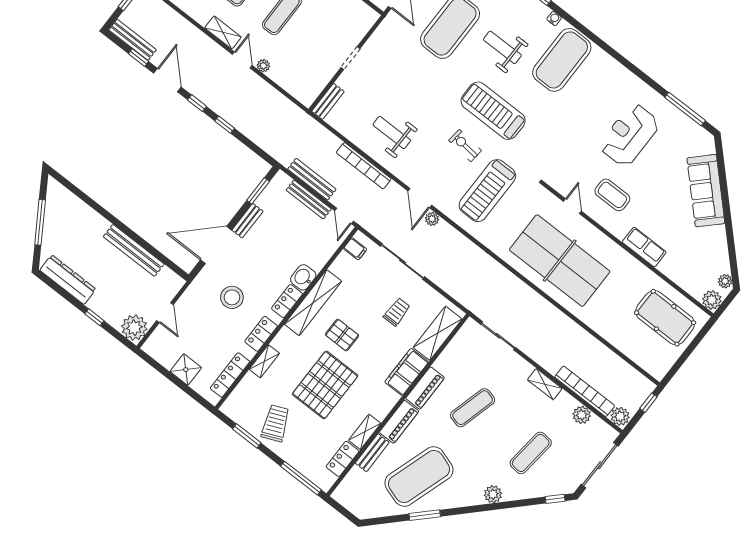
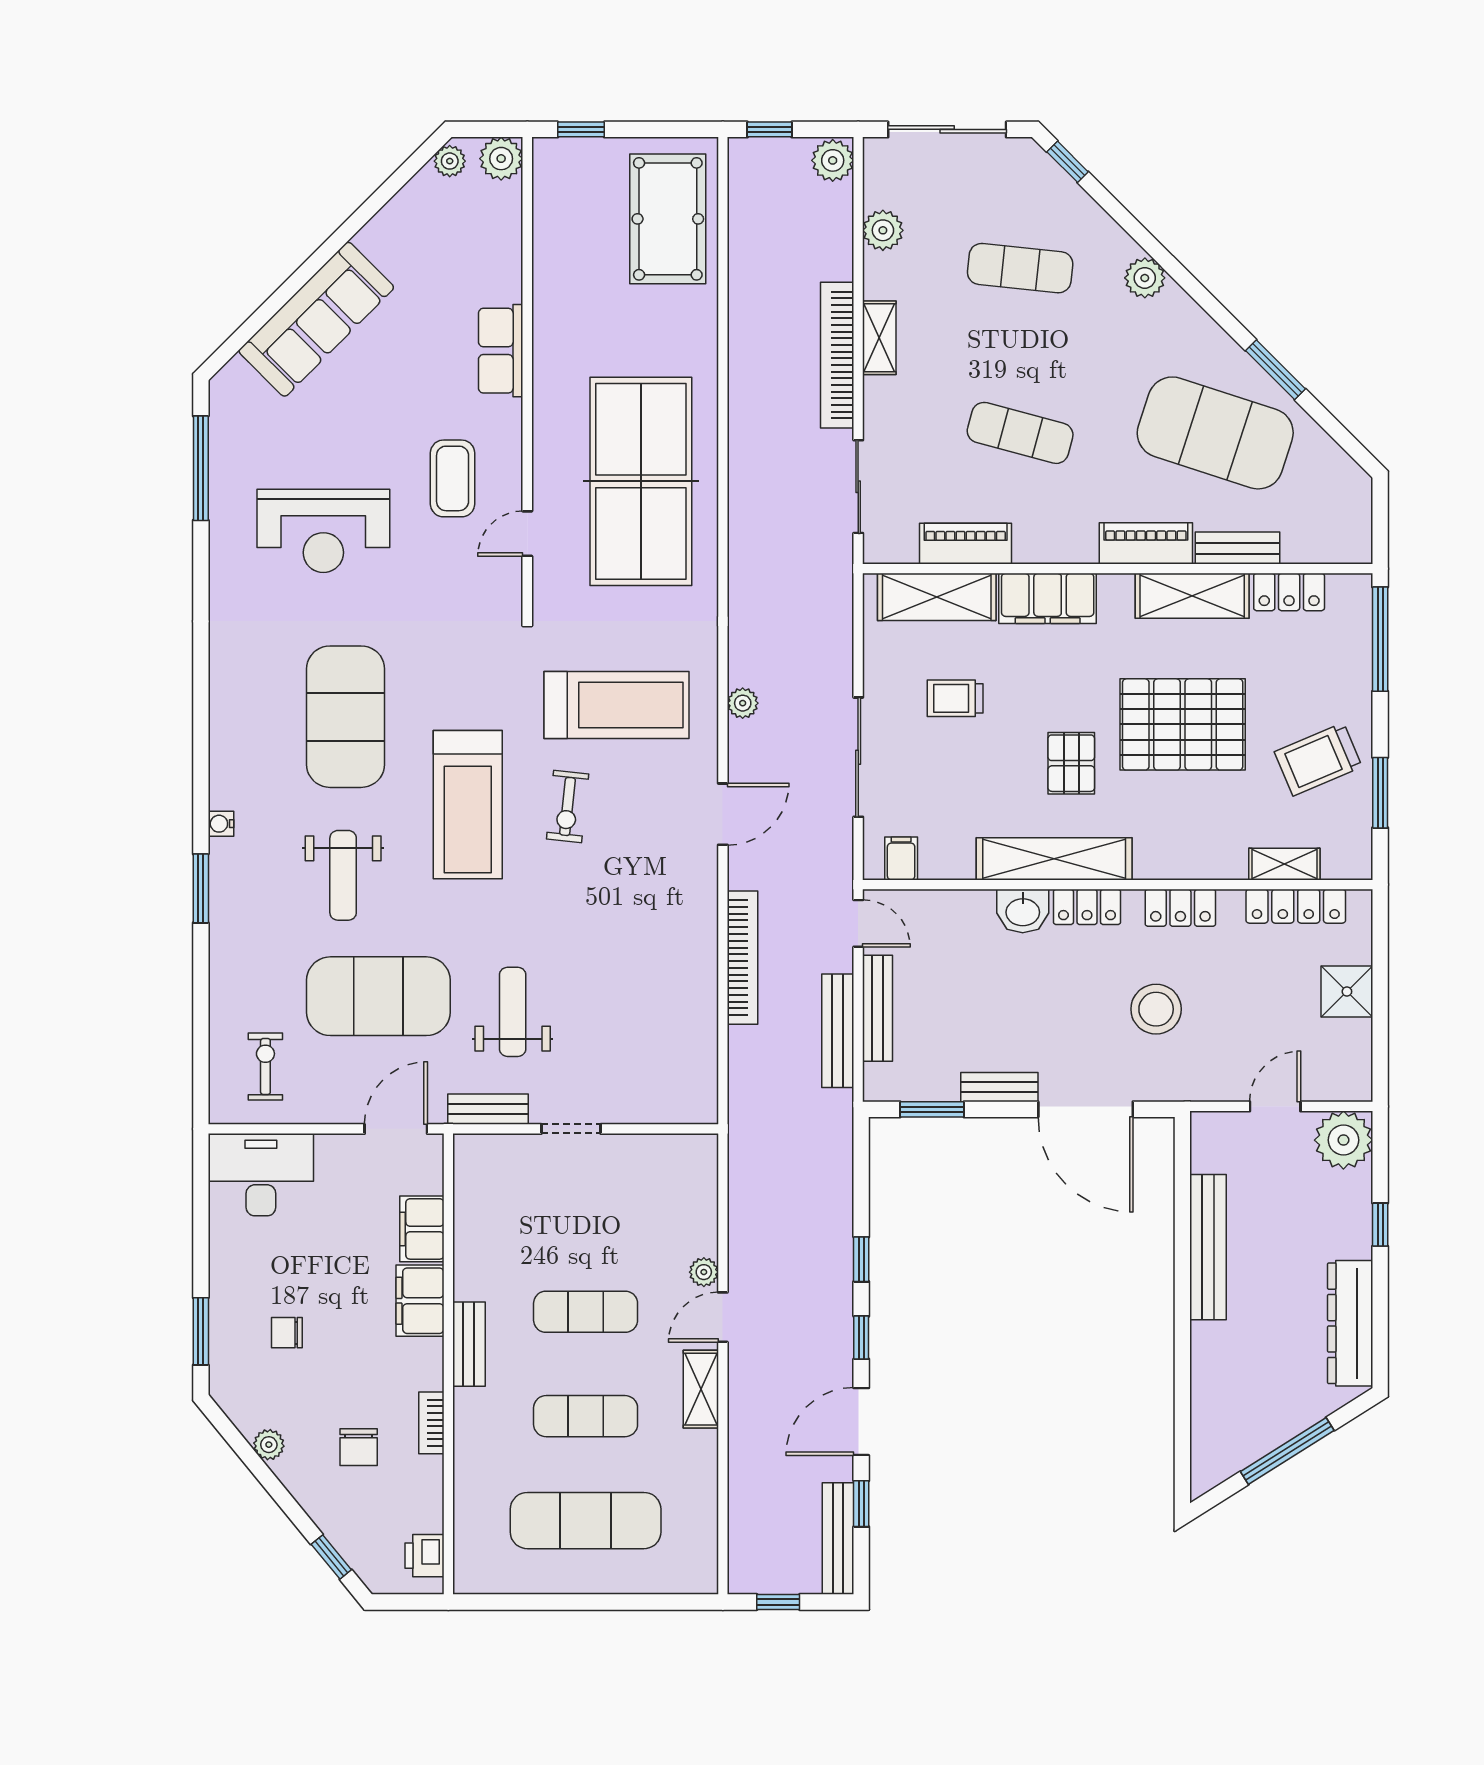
exercise mat: (562, 60) -> (346, 717), moved, turned 90
bench: (328, 101) -> (488, 1109), moved
weight bench: (392, 133) -> (513, 1012), moved, turned 180
door: (344, 216) -> (858, 923), hinge flipped
plant: (432, 219) -> (743, 703), moved
pool table: (665, 318) -> (668, 219), moved
window: (700, 336) -> (581, 129), added
shelving: (264, 361) -> (1284, 864), moved
piano: (425, 388) -> (966, 544), moved
bookcase: (585, 391) -> (837, 355), moved
shelving: (365, 432) -> (1192, 596), width x1.50, depth x1.33

